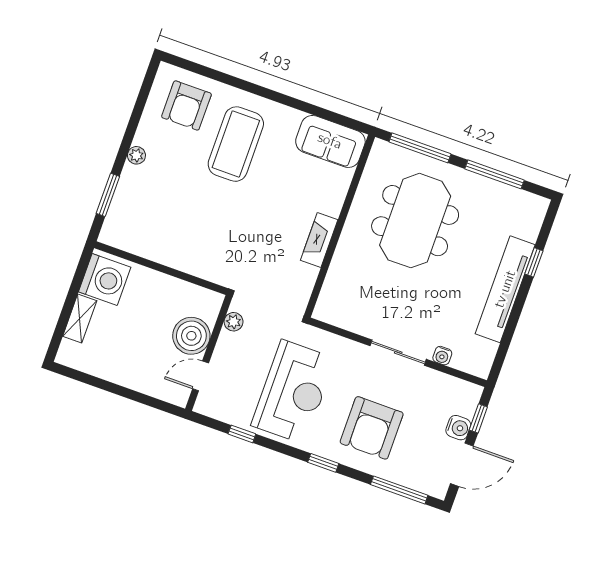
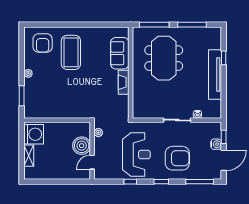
sofa: (330, 141) -> (120, 53), moved, turned 90
armchair: (372, 428) -> (177, 158), turned -90
window: (242, 434) -> (130, 182), moved

